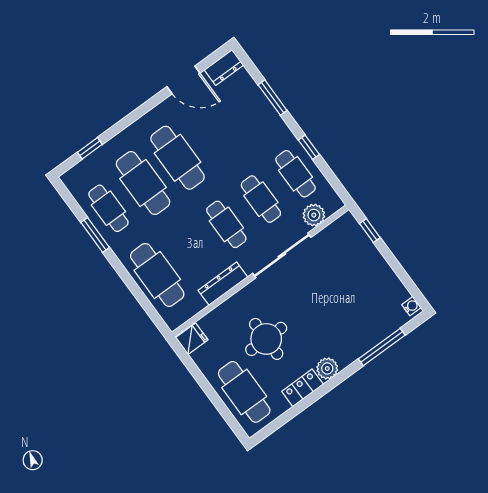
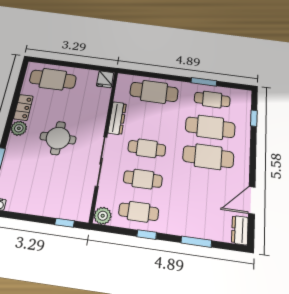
plant: (314, 215) -> (103, 216), moved
round table: (266, 339) -> (58, 138), moved

